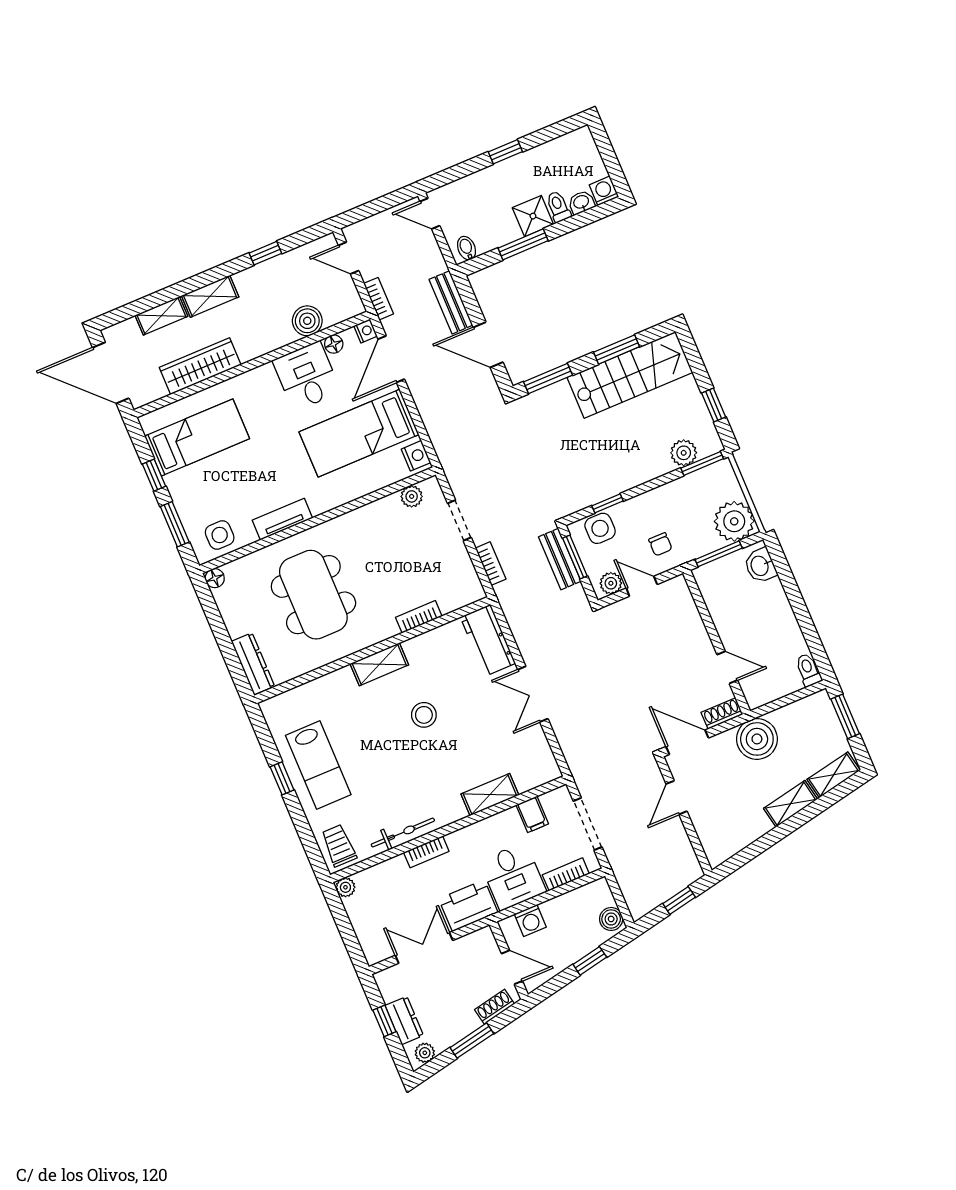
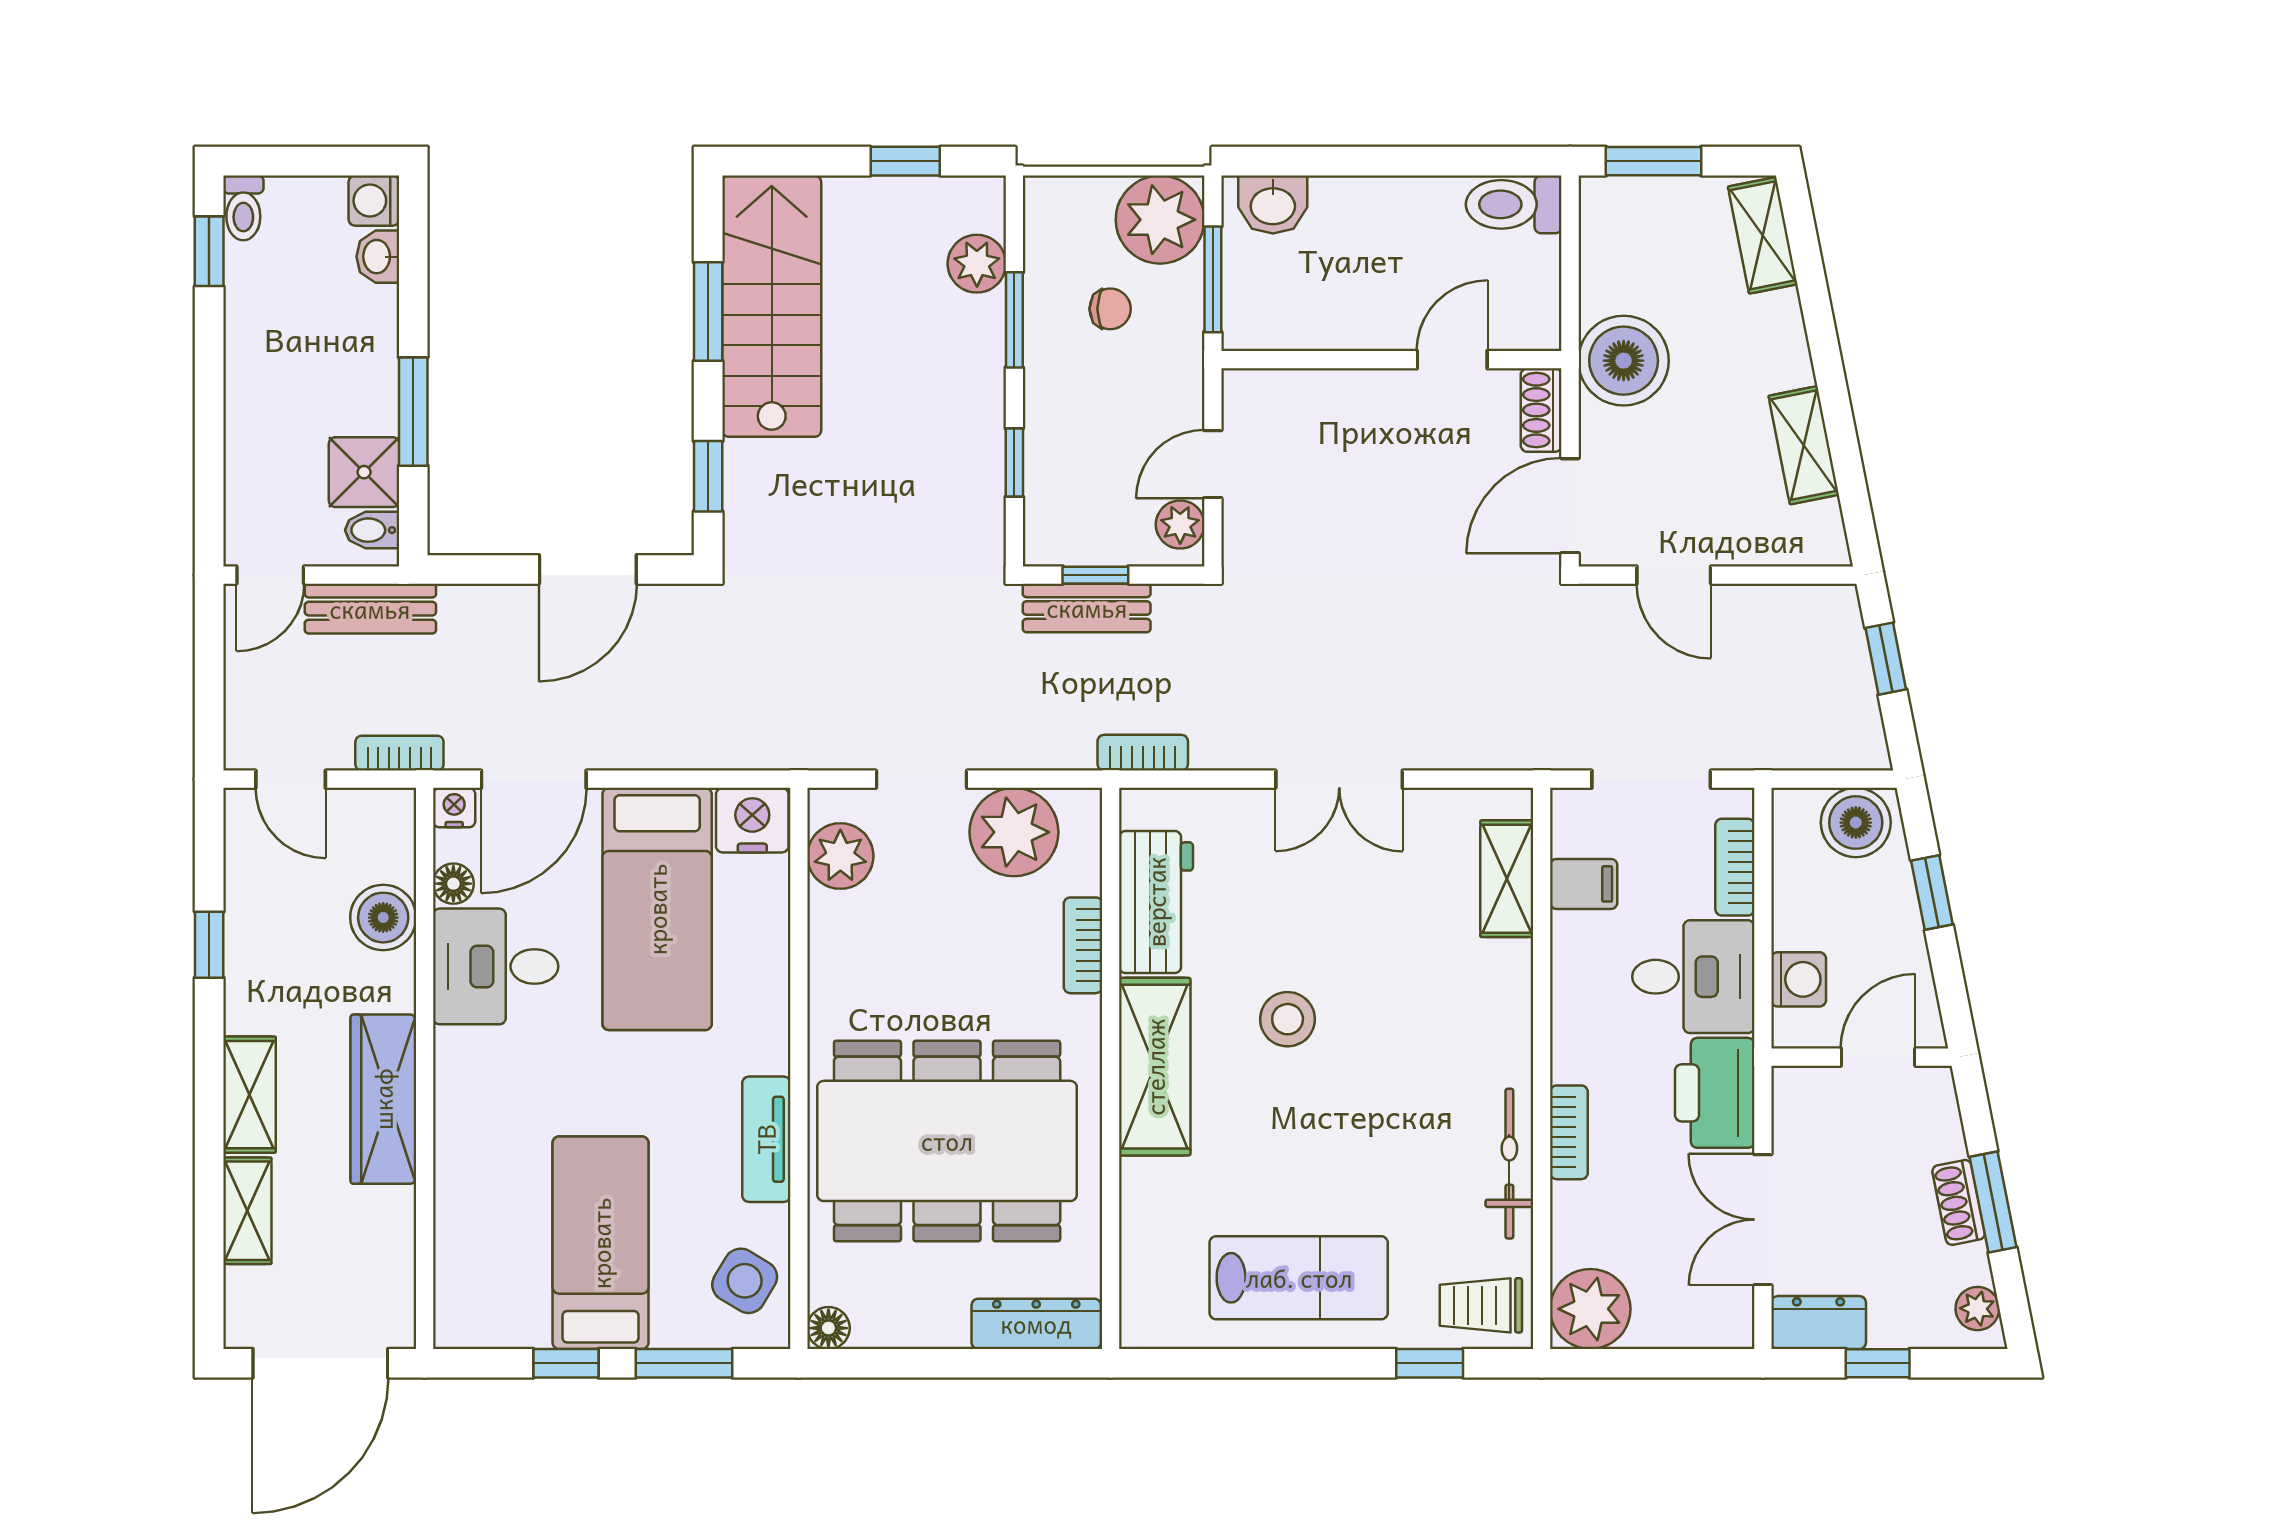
window: (505, 152) -> (209, 251), moved
toilet: (558, 207) -> (243, 208), moved, turned -90
shower: (533, 216) -> (364, 472), moved
door: (349, 258) -> (291, 779), hinge flipped
bench: (451, 302) -> (370, 609), moved
door: (391, 359) -> (534, 779), hinge flipped
wardrobe: (200, 366) -> (383, 1099), moved
window: (548, 378) -> (708, 476), width x0.67
bed: (197, 437) -> (601, 1243), moved
nightstand: (416, 456) -> (752, 820), width x1.36, depth x1.33
window: (702, 463) -> (1014, 320), moved
plant: (412, 496) -> (840, 856), width x1.38, depth x1.38
side table: (600, 528) -> (1059, 499), removed
side table: (220, 535) -> (745, 1281), turned 31
chair: (660, 544) -> (1110, 309), moved
window: (575, 557) -> (1095, 575), width x0.67
bookcase: (491, 564) -> (1143, 753), moved
plant: (454, 568) -> (1014, 832), added
dining table: (313, 595) -> (947, 1141), width x1.36, depth x1.24
workbench: (488, 640) -> (1156, 902), moved, turned -90
shelving: (379, 664) -> (1155, 1067), width x1.50, depth x1.33
toilet: (808, 670) -> (1514, 204), width x1.37, depth x1.39
window: (282, 778) -> (1430, 1363), moved
shelving: (490, 795) -> (1507, 879), moved
shelving: (790, 804) -> (1804, 445), moved
plant: (345, 887) -> (1590, 1309), width x1.87, depth x1.87
boiler: (611, 919) -> (1856, 823), width x1.36, depth x1.36
shoe rack: (495, 1007) -> (1959, 1202), moved
dresser: (404, 1020) -> (1819, 1323), moved

